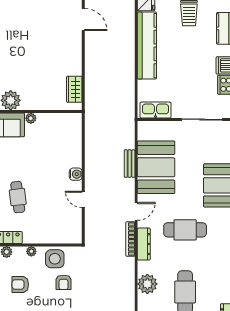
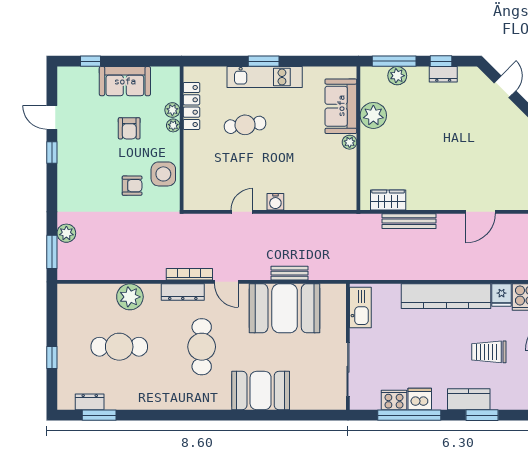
bench: (90, 73) -> (409, 221), added
plant: (31, 251) -> (173, 125), moved
armchair: (64, 282) -> (132, 186), turned 180
armchair: (20, 284) -> (129, 128), turned 180

